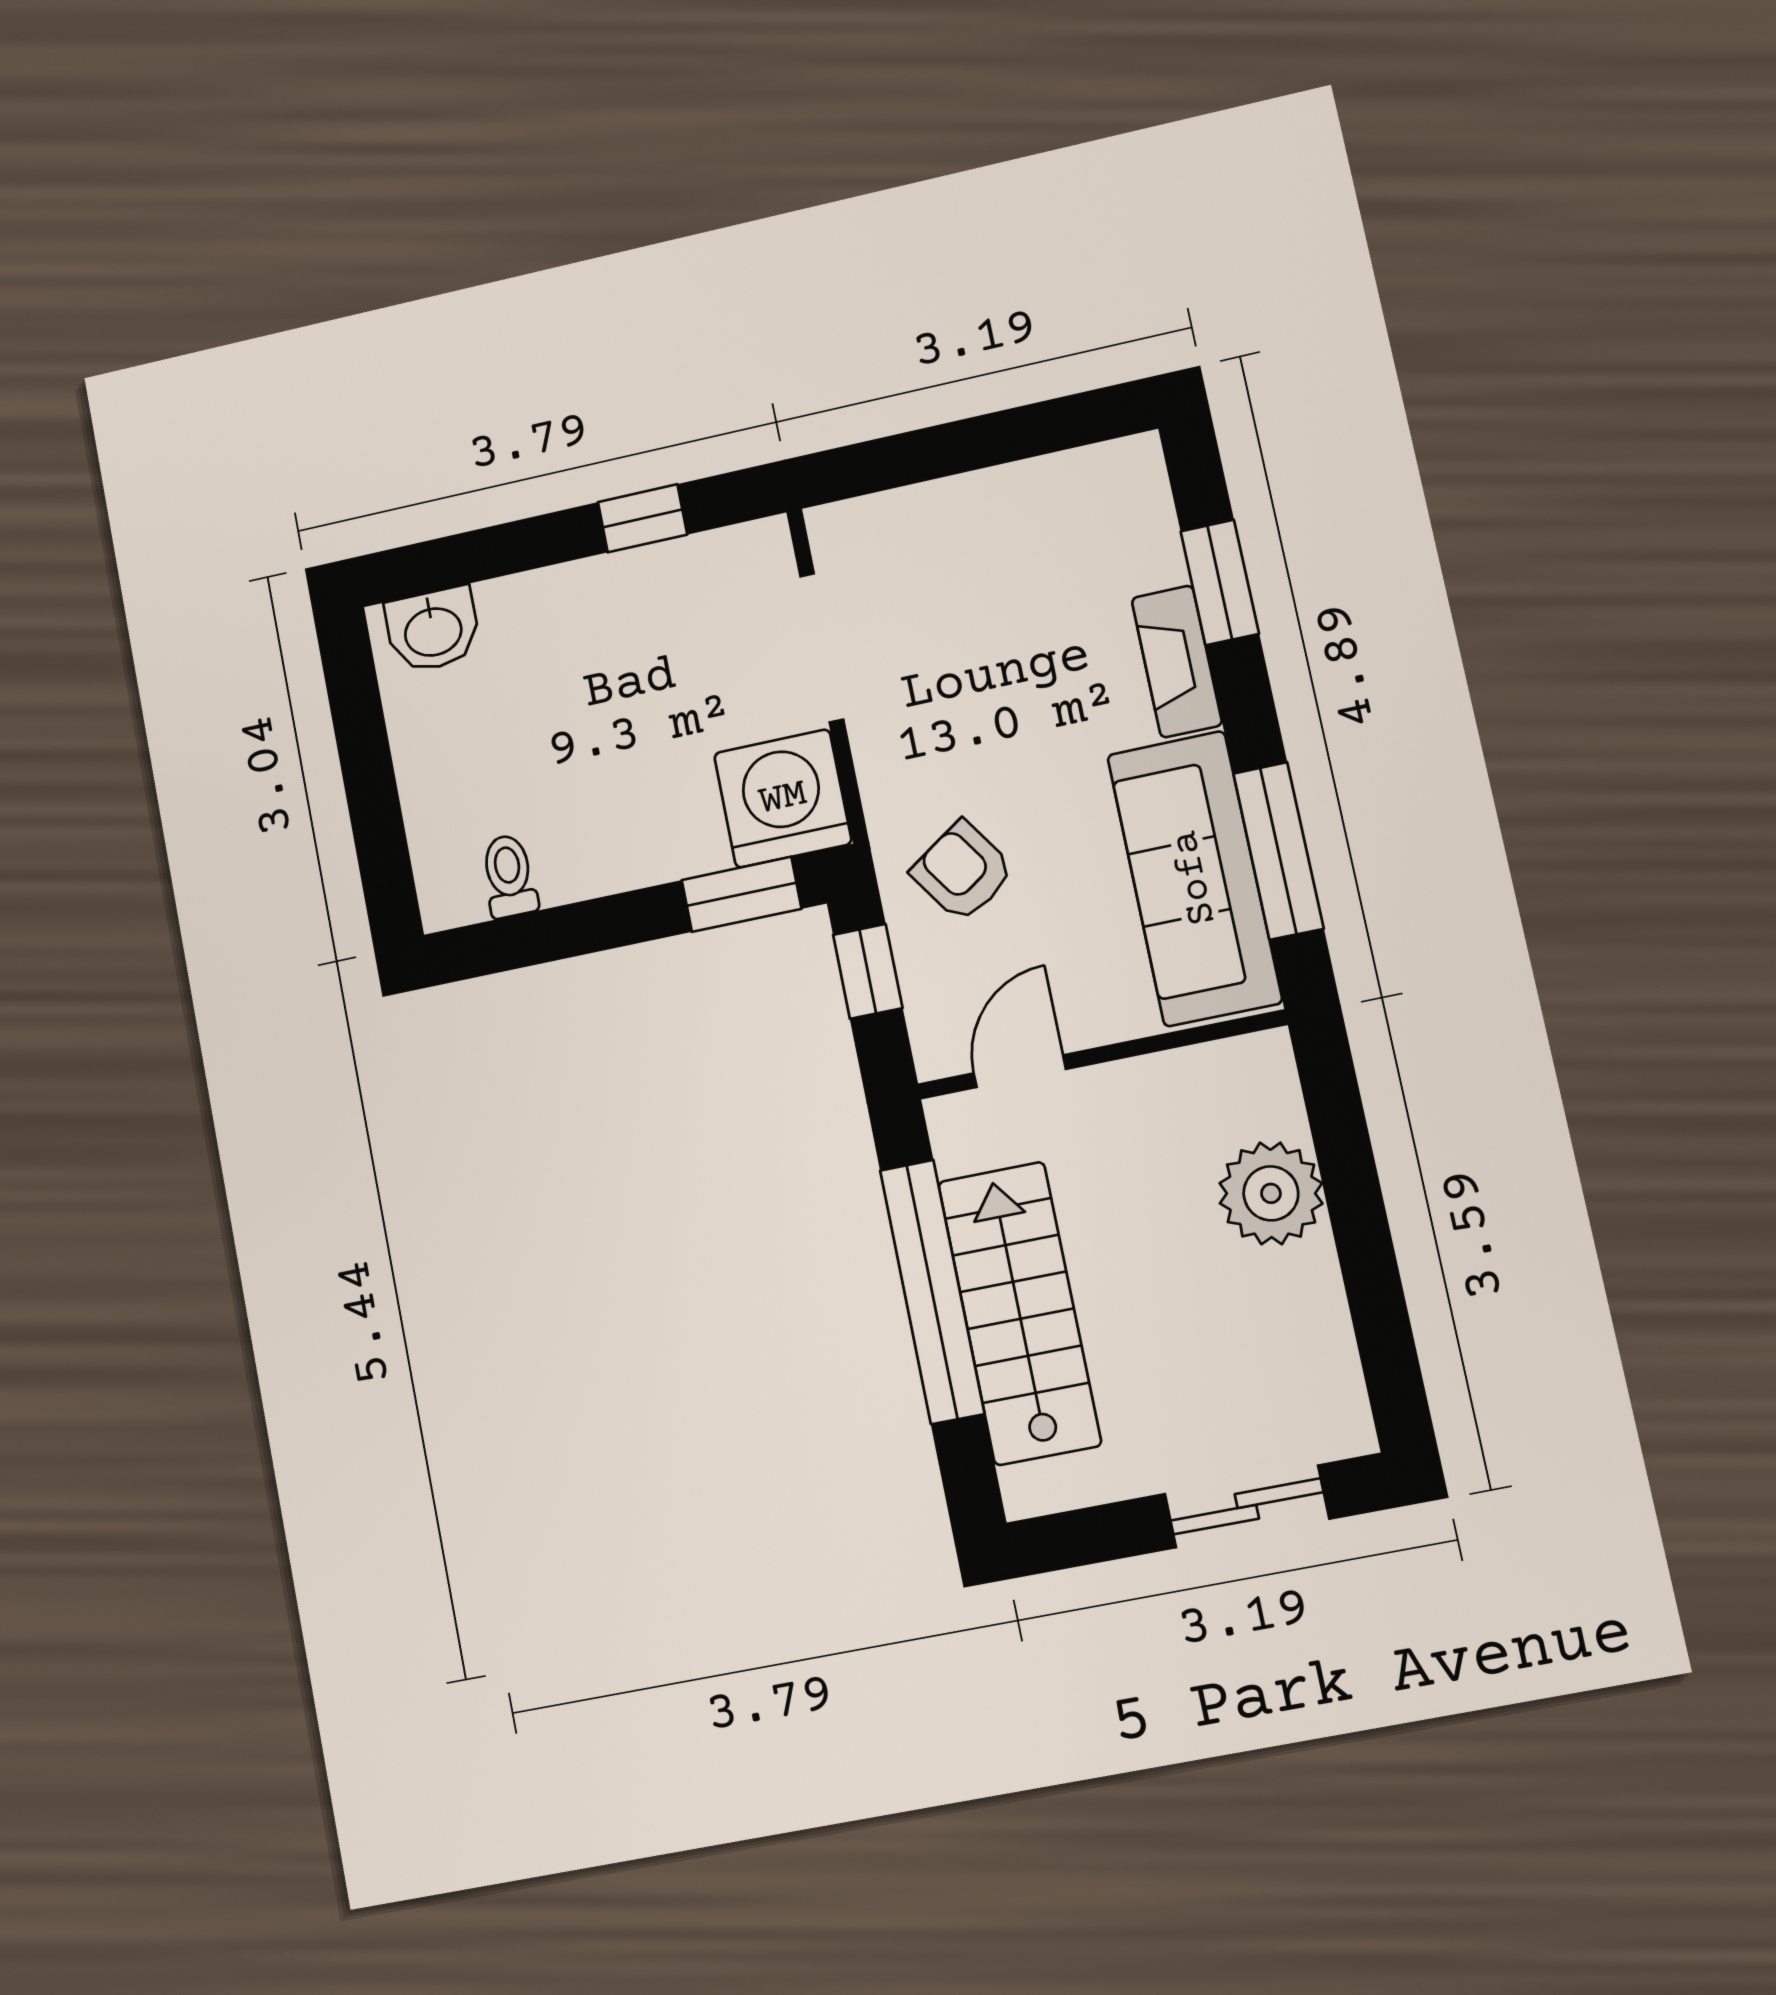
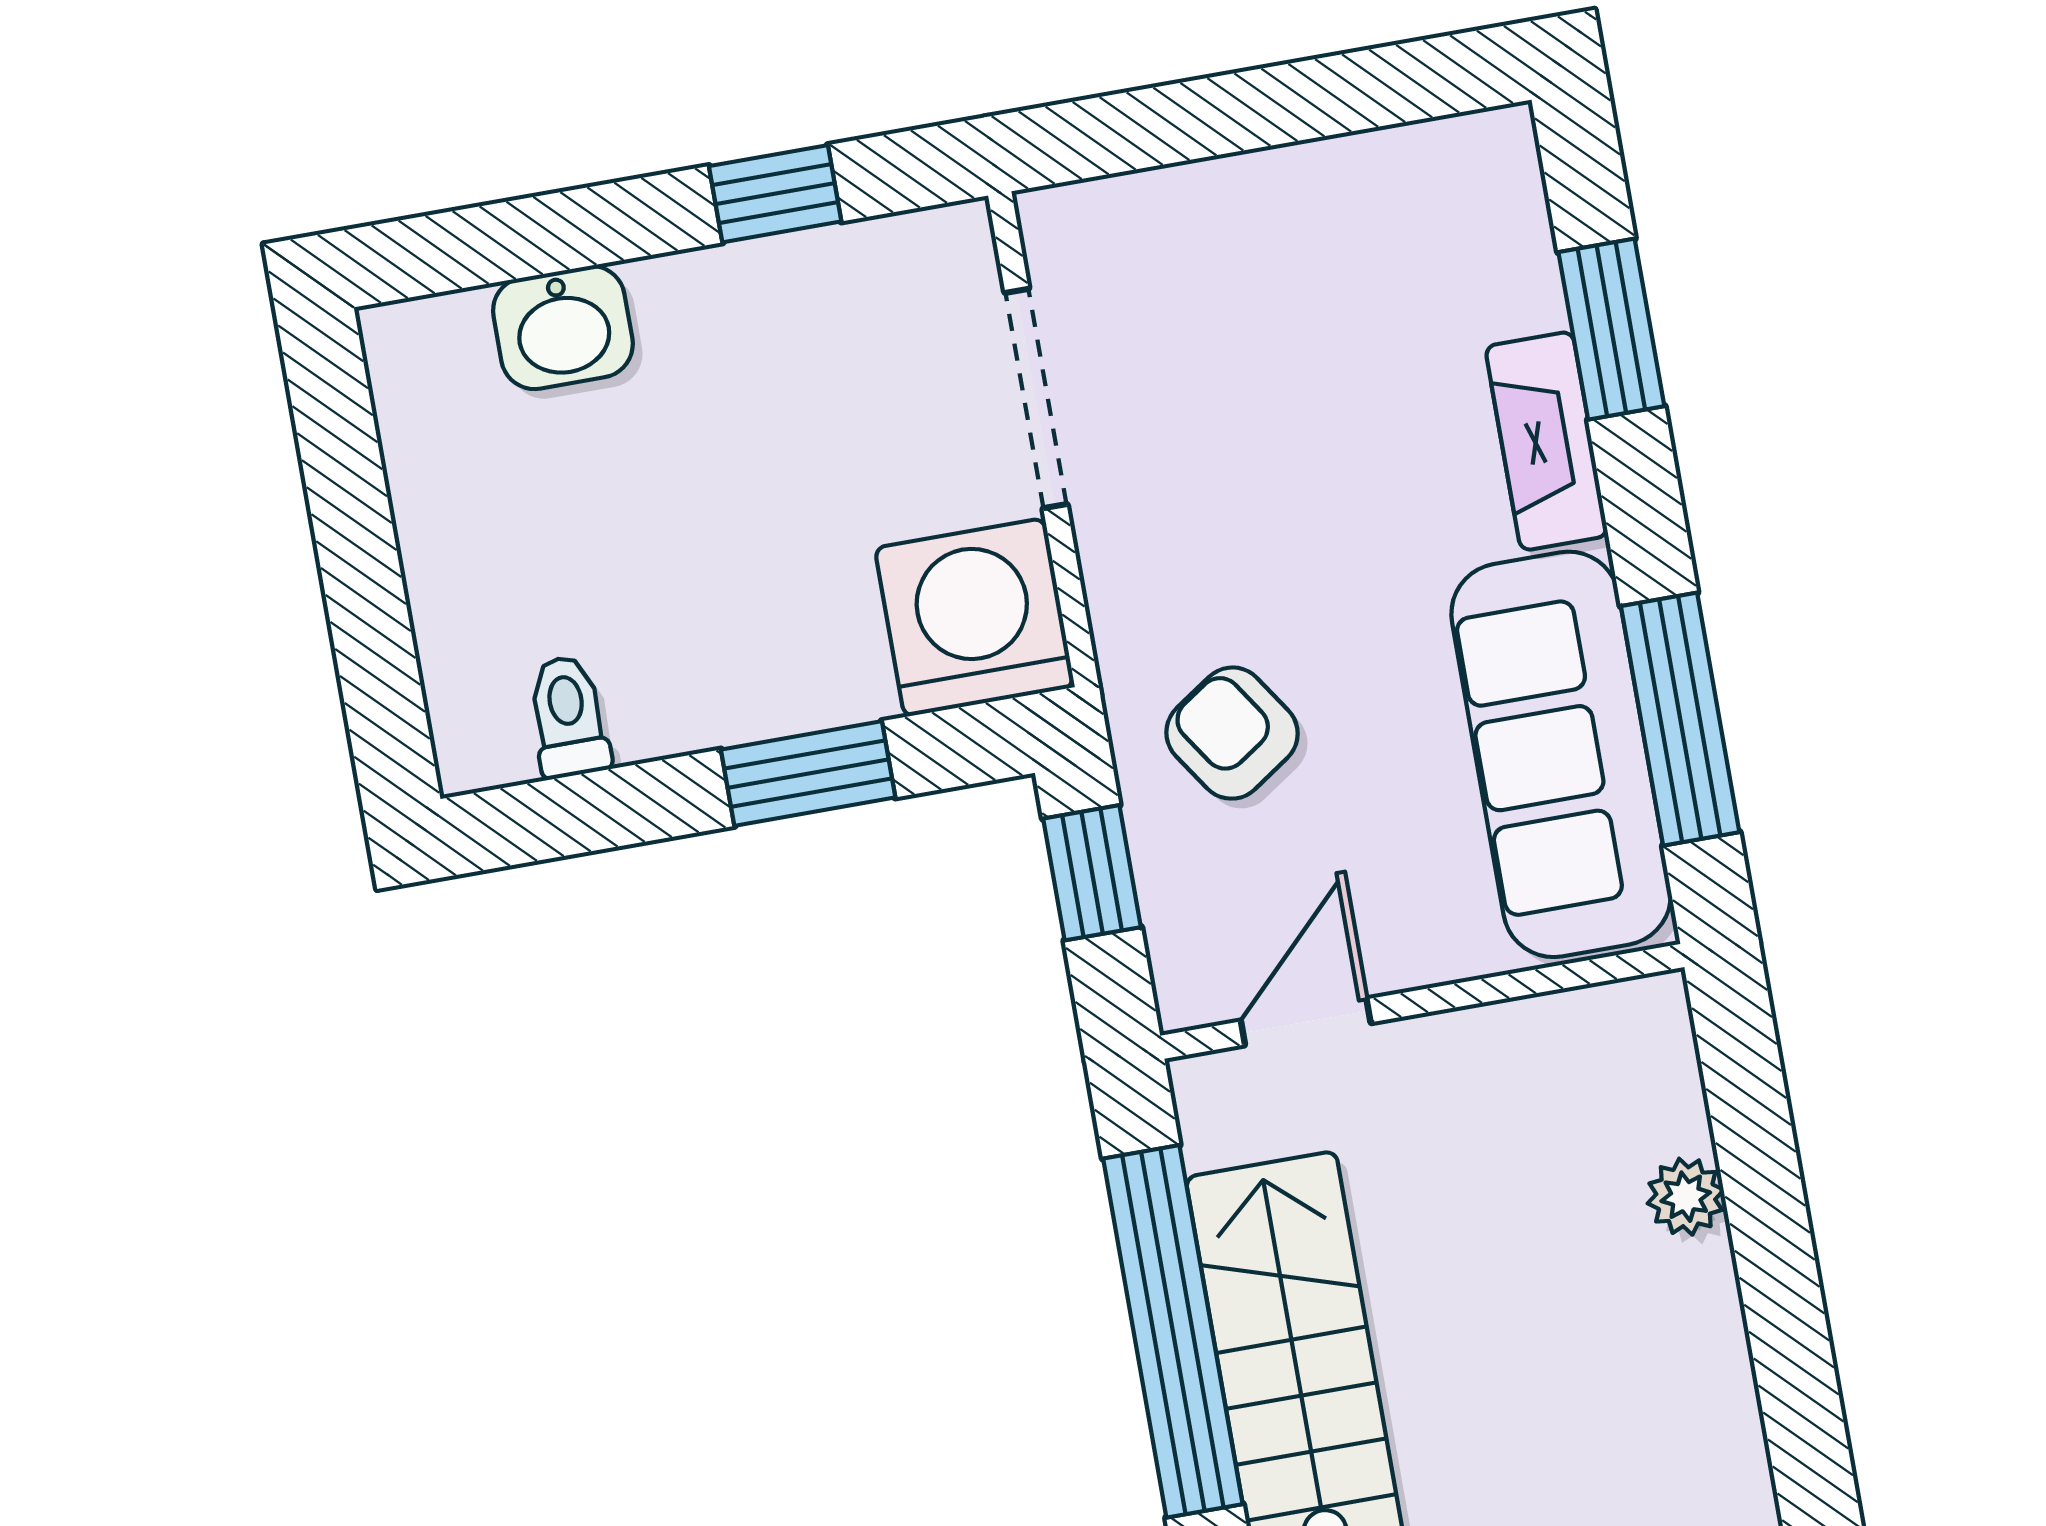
washbasin: (433, 630) -> (563, 327), moved
window: (742, 894) -> (808, 774), moved
plant: (1271, 1193) -> (1686, 1197), width x0.53, depth x0.53

